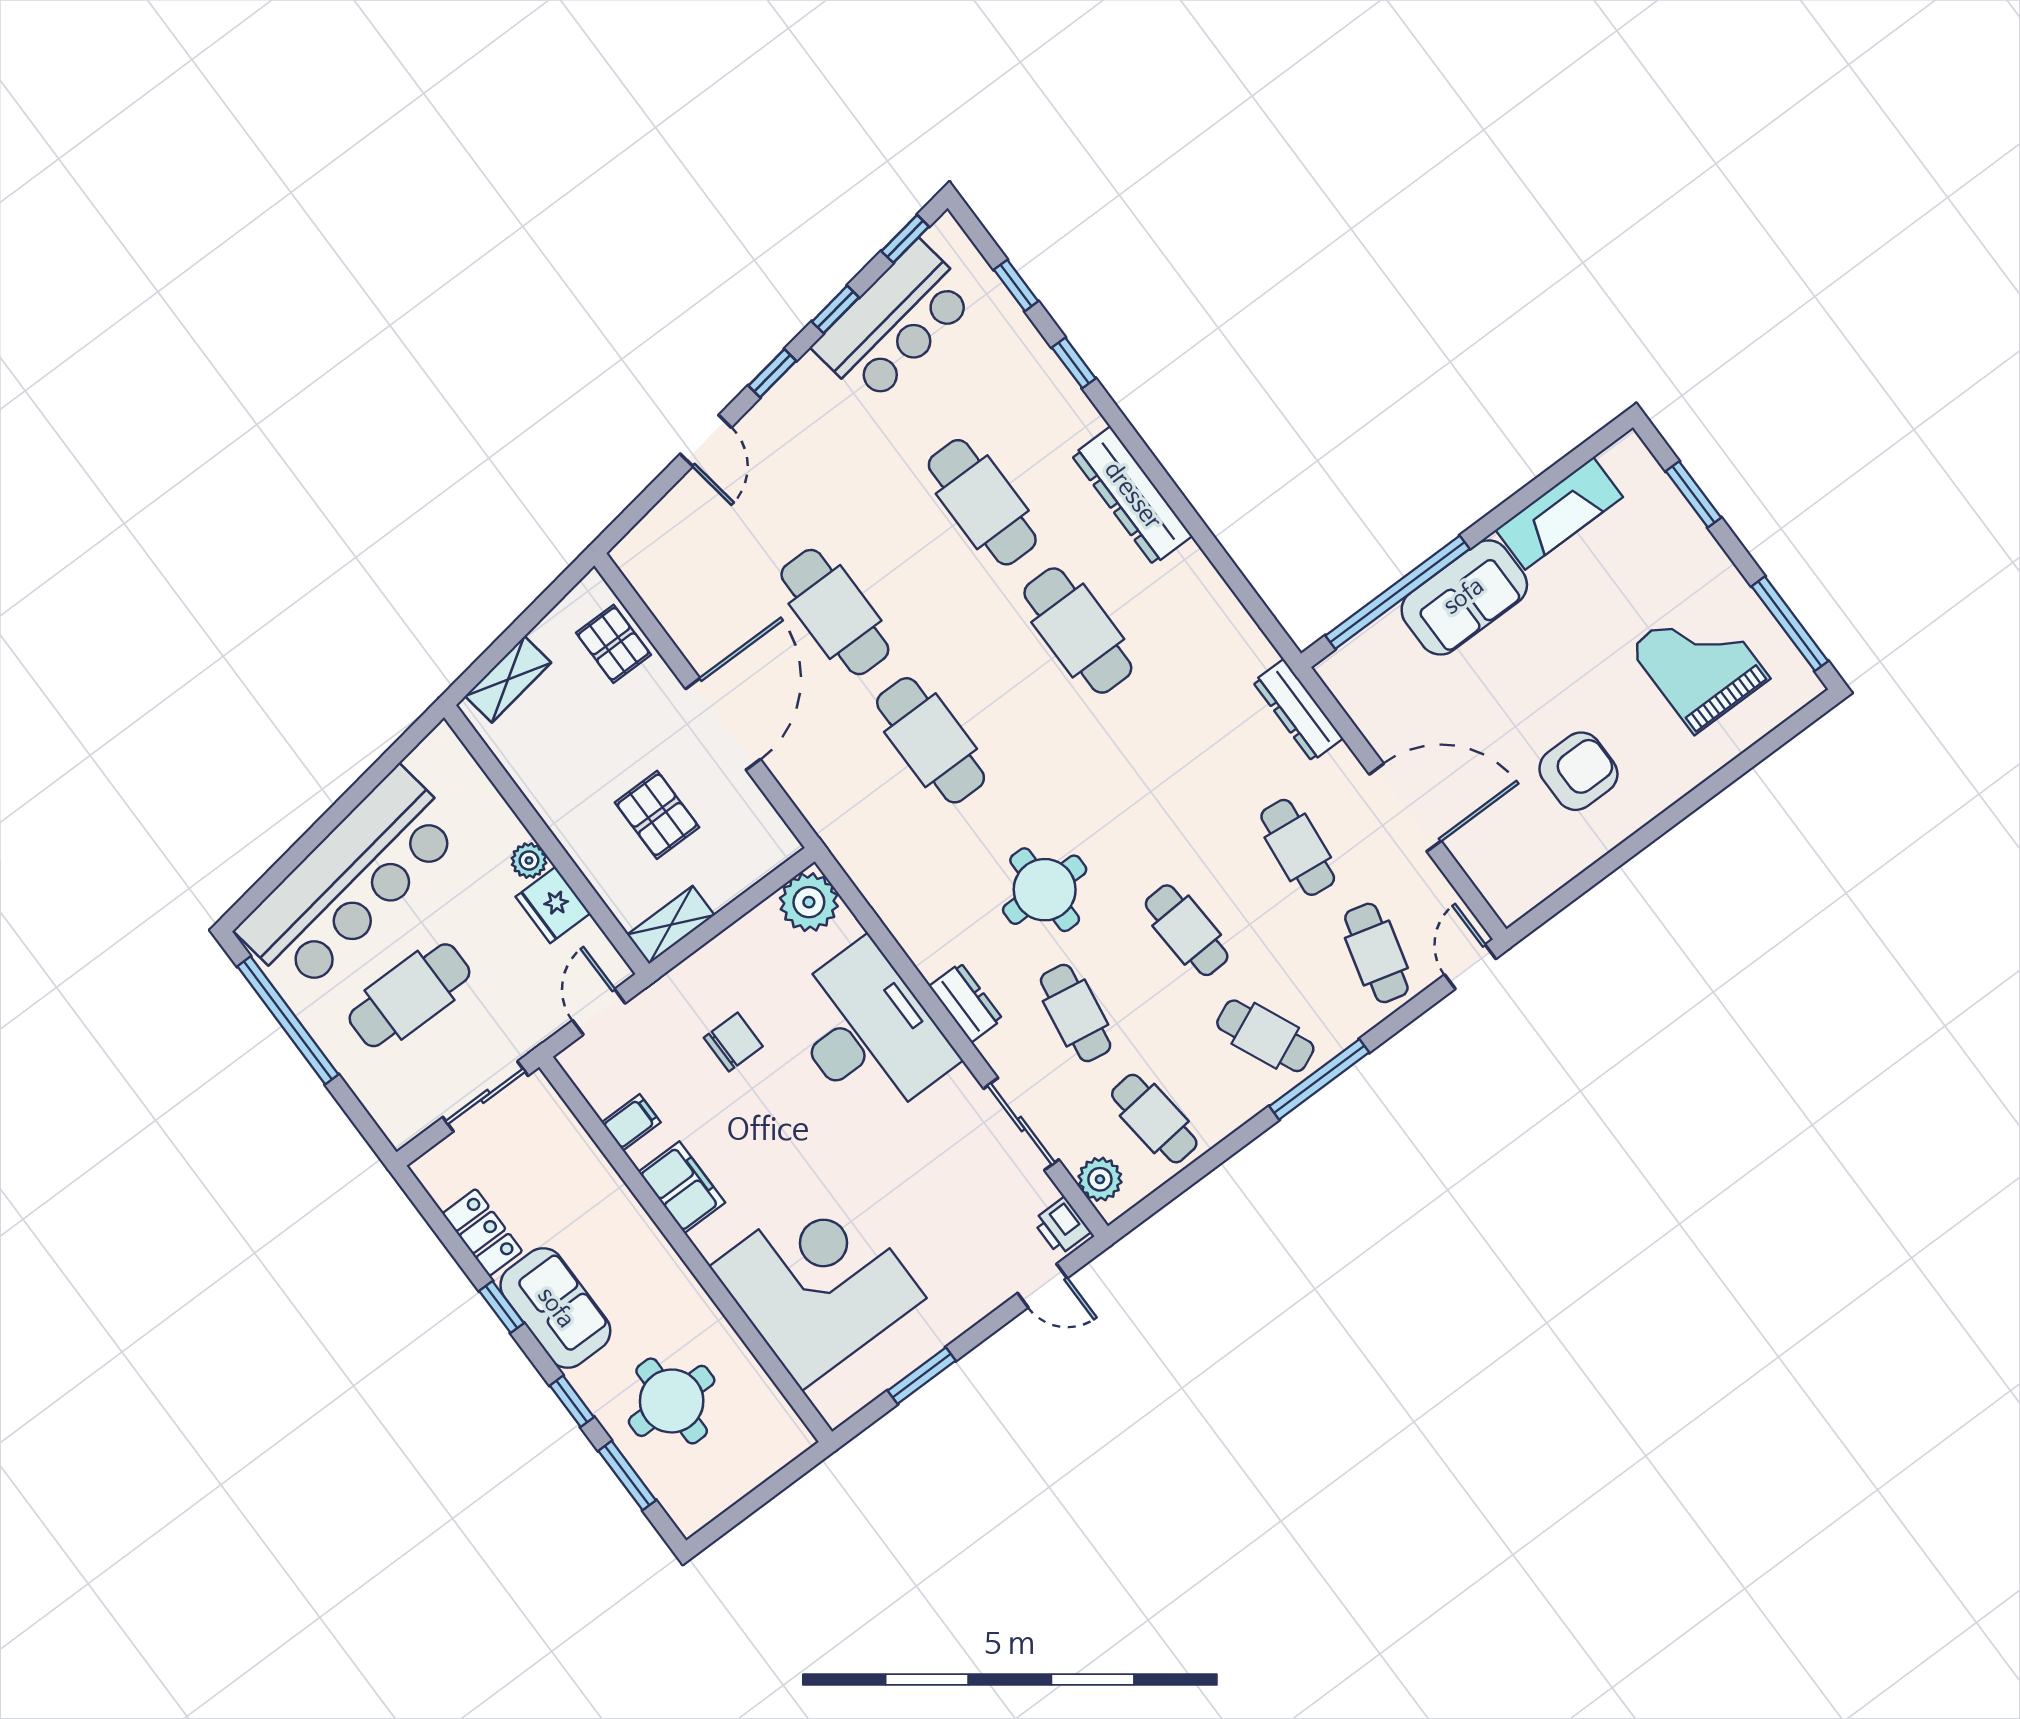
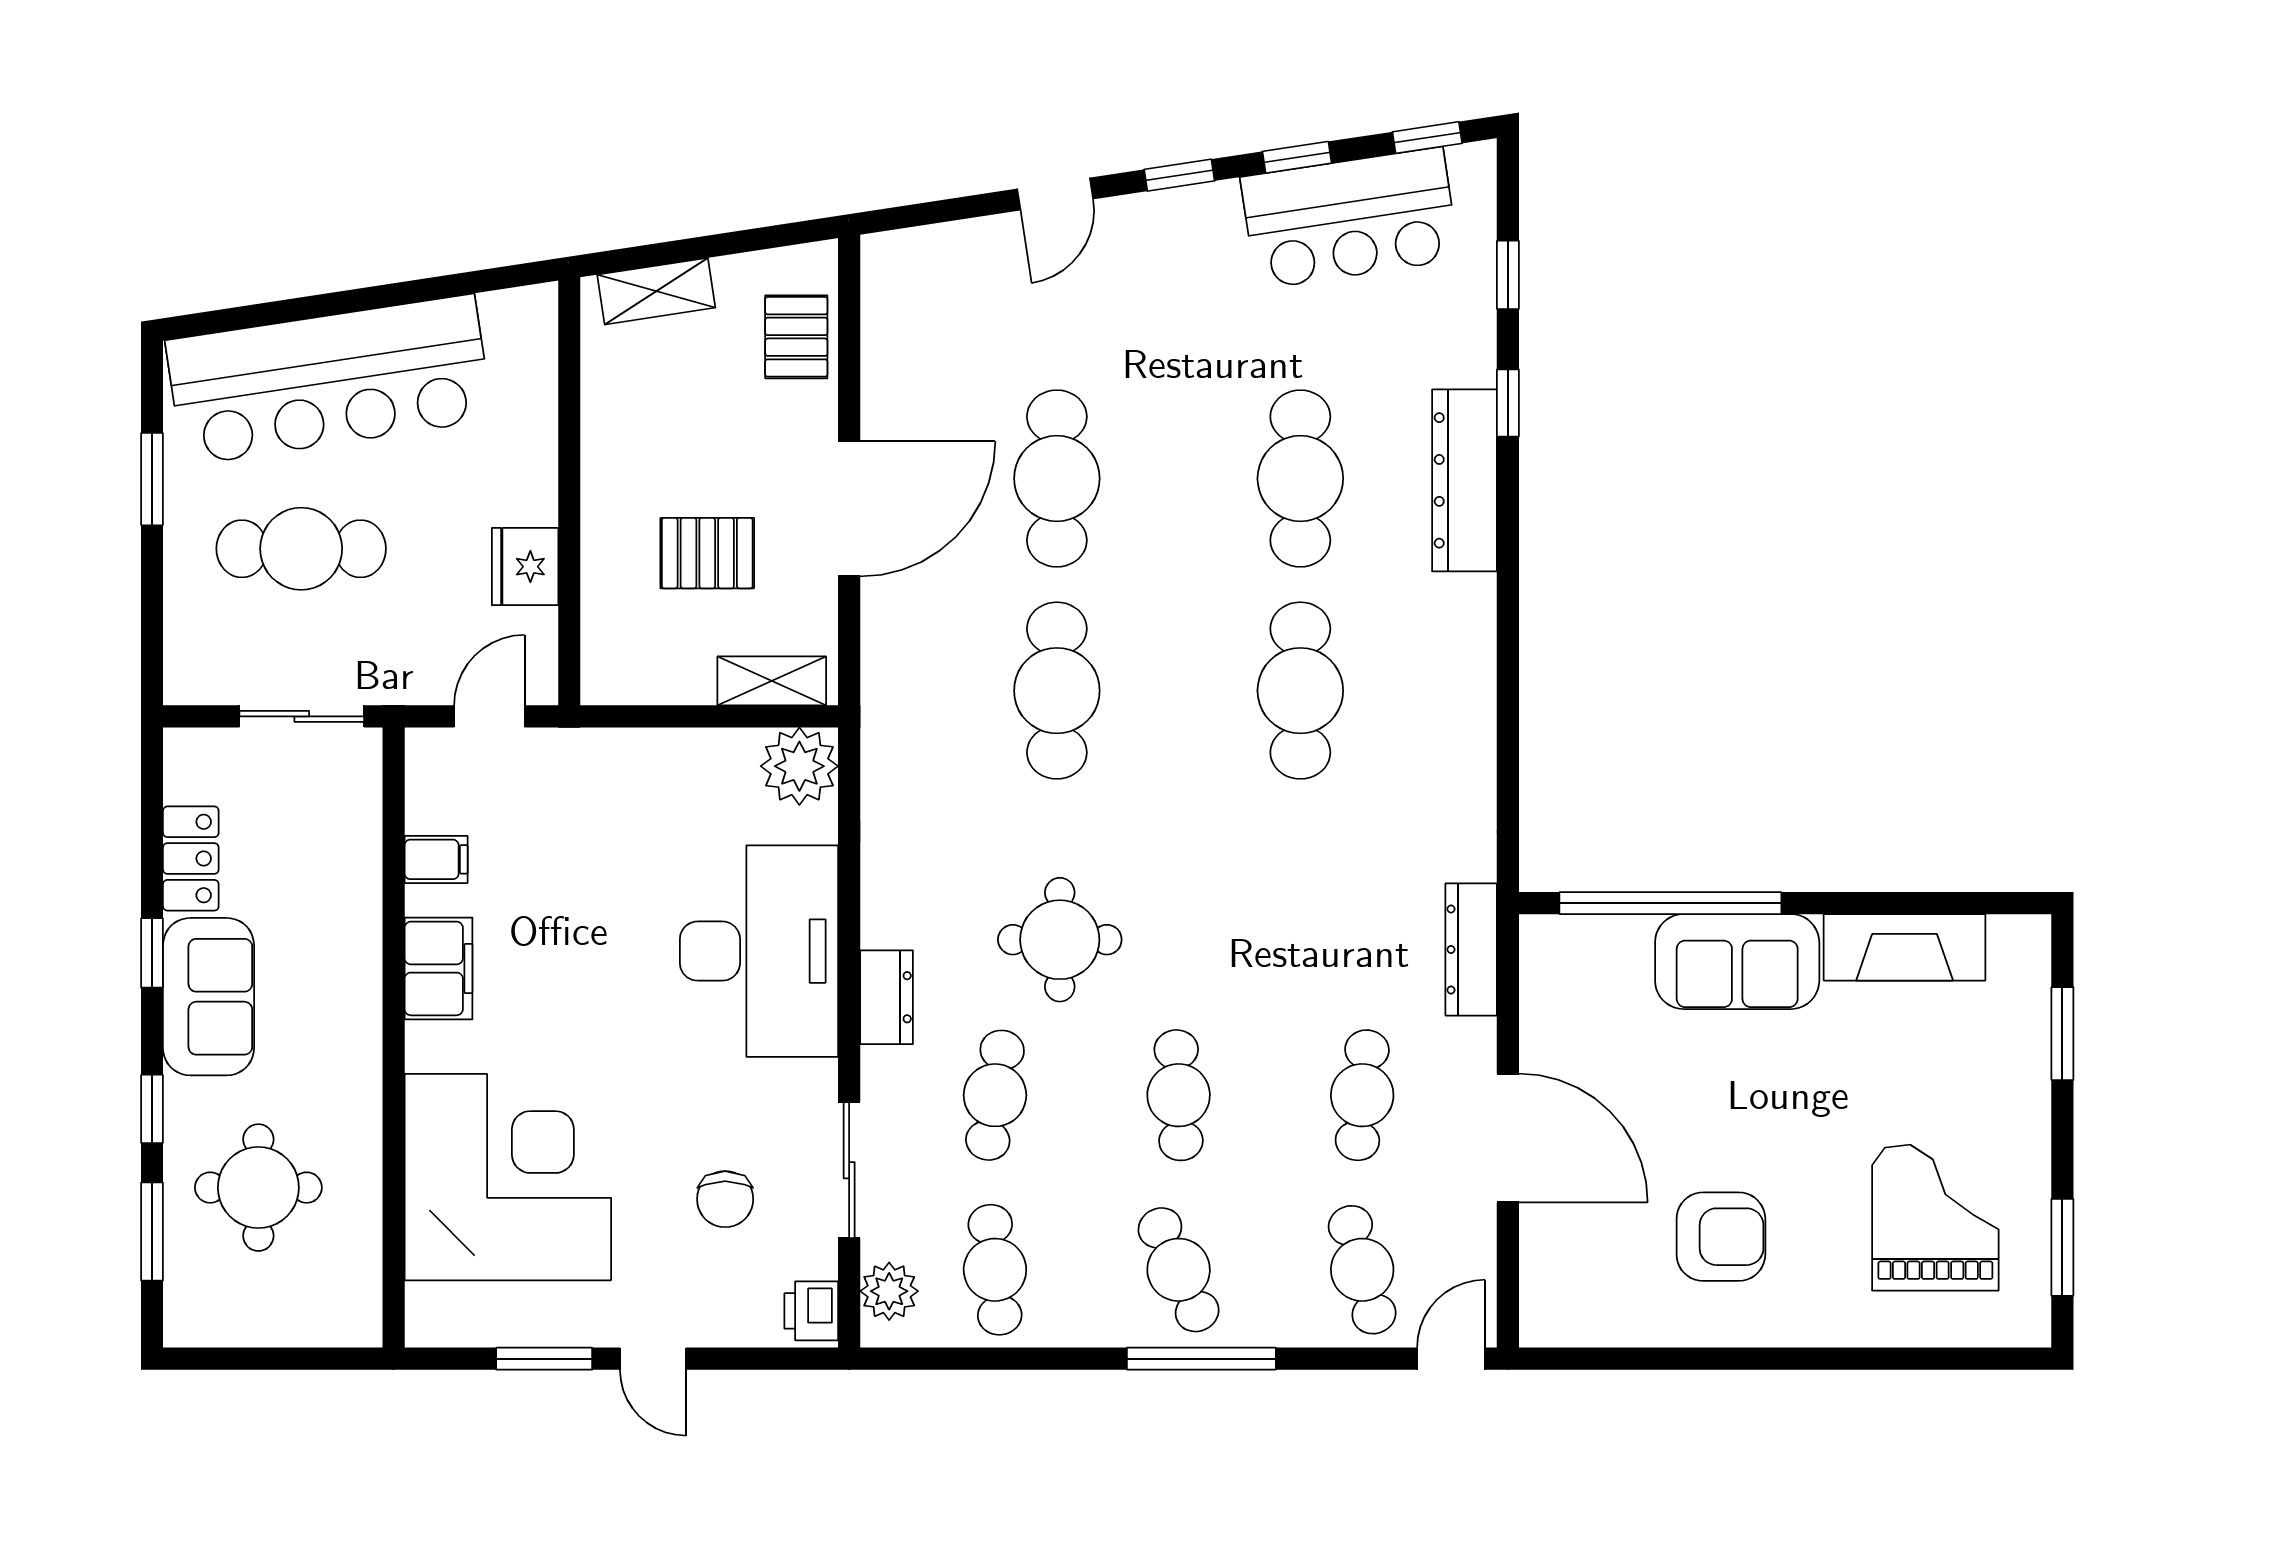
dresser: (1132, 496) -> (1465, 480), moved
window: (1790, 624) -> (2062, 1247), width x0.69
pallet: (657, 815) -> (707, 553), turned 90
plant: (529, 860) -> (535, 500), removed
shelving: (671, 925) -> (772, 681), moved
cafe table: (1376, 953) -> (1362, 1270), turned -30
window: (288, 1020) -> (152, 479), width x0.47
chair: (733, 1042) -> (725, 1199), moved, turned 90
door: (1042, 1286) -> (653, 1359), moved

